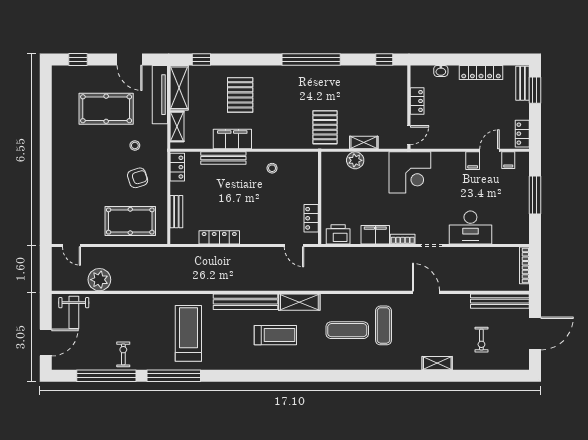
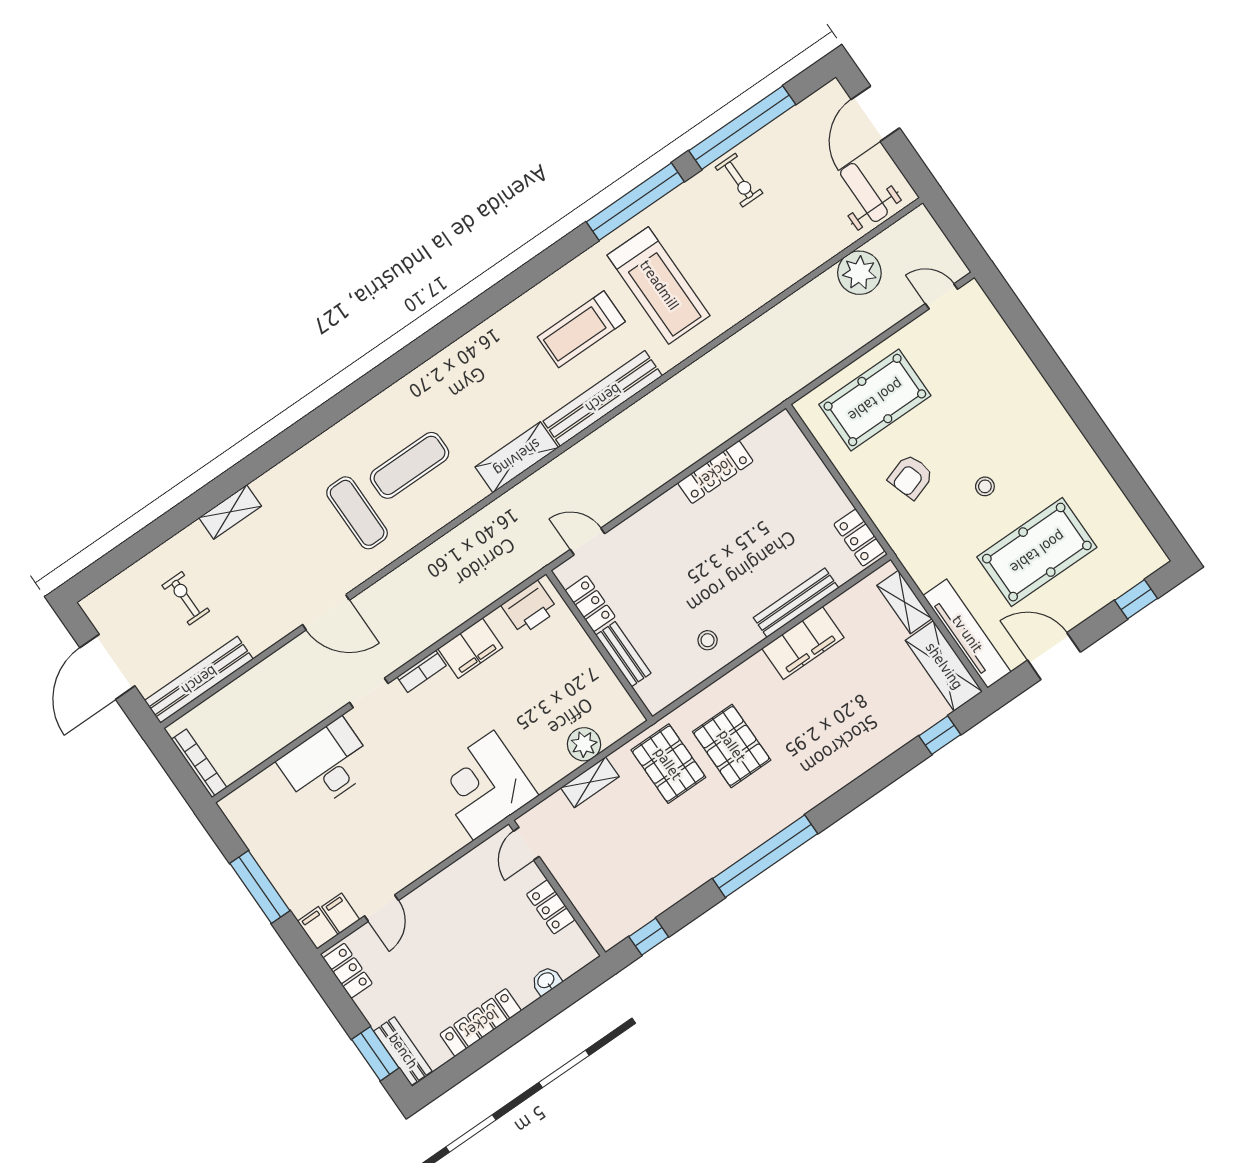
pallet: (240, 95) -> (732, 746), moved
stool: (135, 145) -> (985, 486), moved
filing cabinet: (473, 161) -> (318, 928), moved
bench: (176, 212) -> (623, 654), moved
treadmill: (275, 335) -> (581, 329), moved

